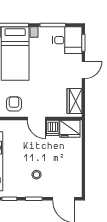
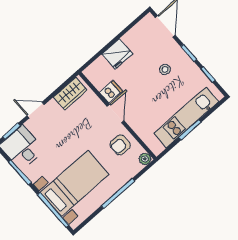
fridge: (70, 129) -> (117, 54), moved, turned 90

